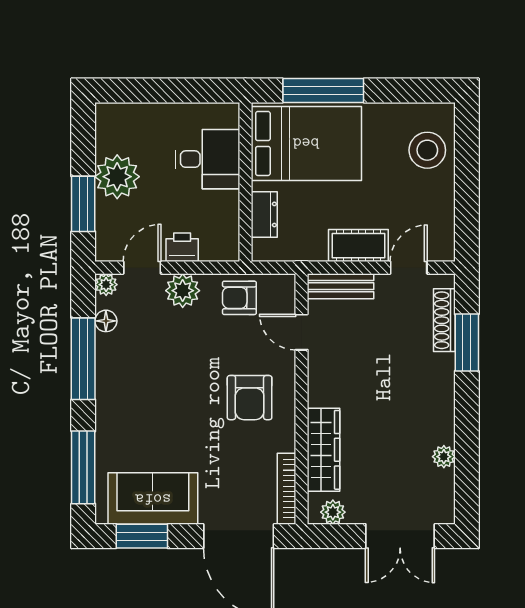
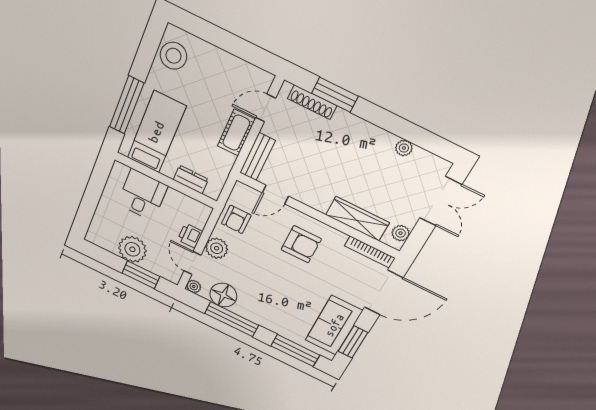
bed: (306, 143) -> (156, 132), width x0.67
stool: (427, 150) -> (173, 56), moved
door: (409, 268) -> (266, 108), hinge flipped
floor lamp: (106, 321) -> (223, 295), width x1.89, depth x1.89

